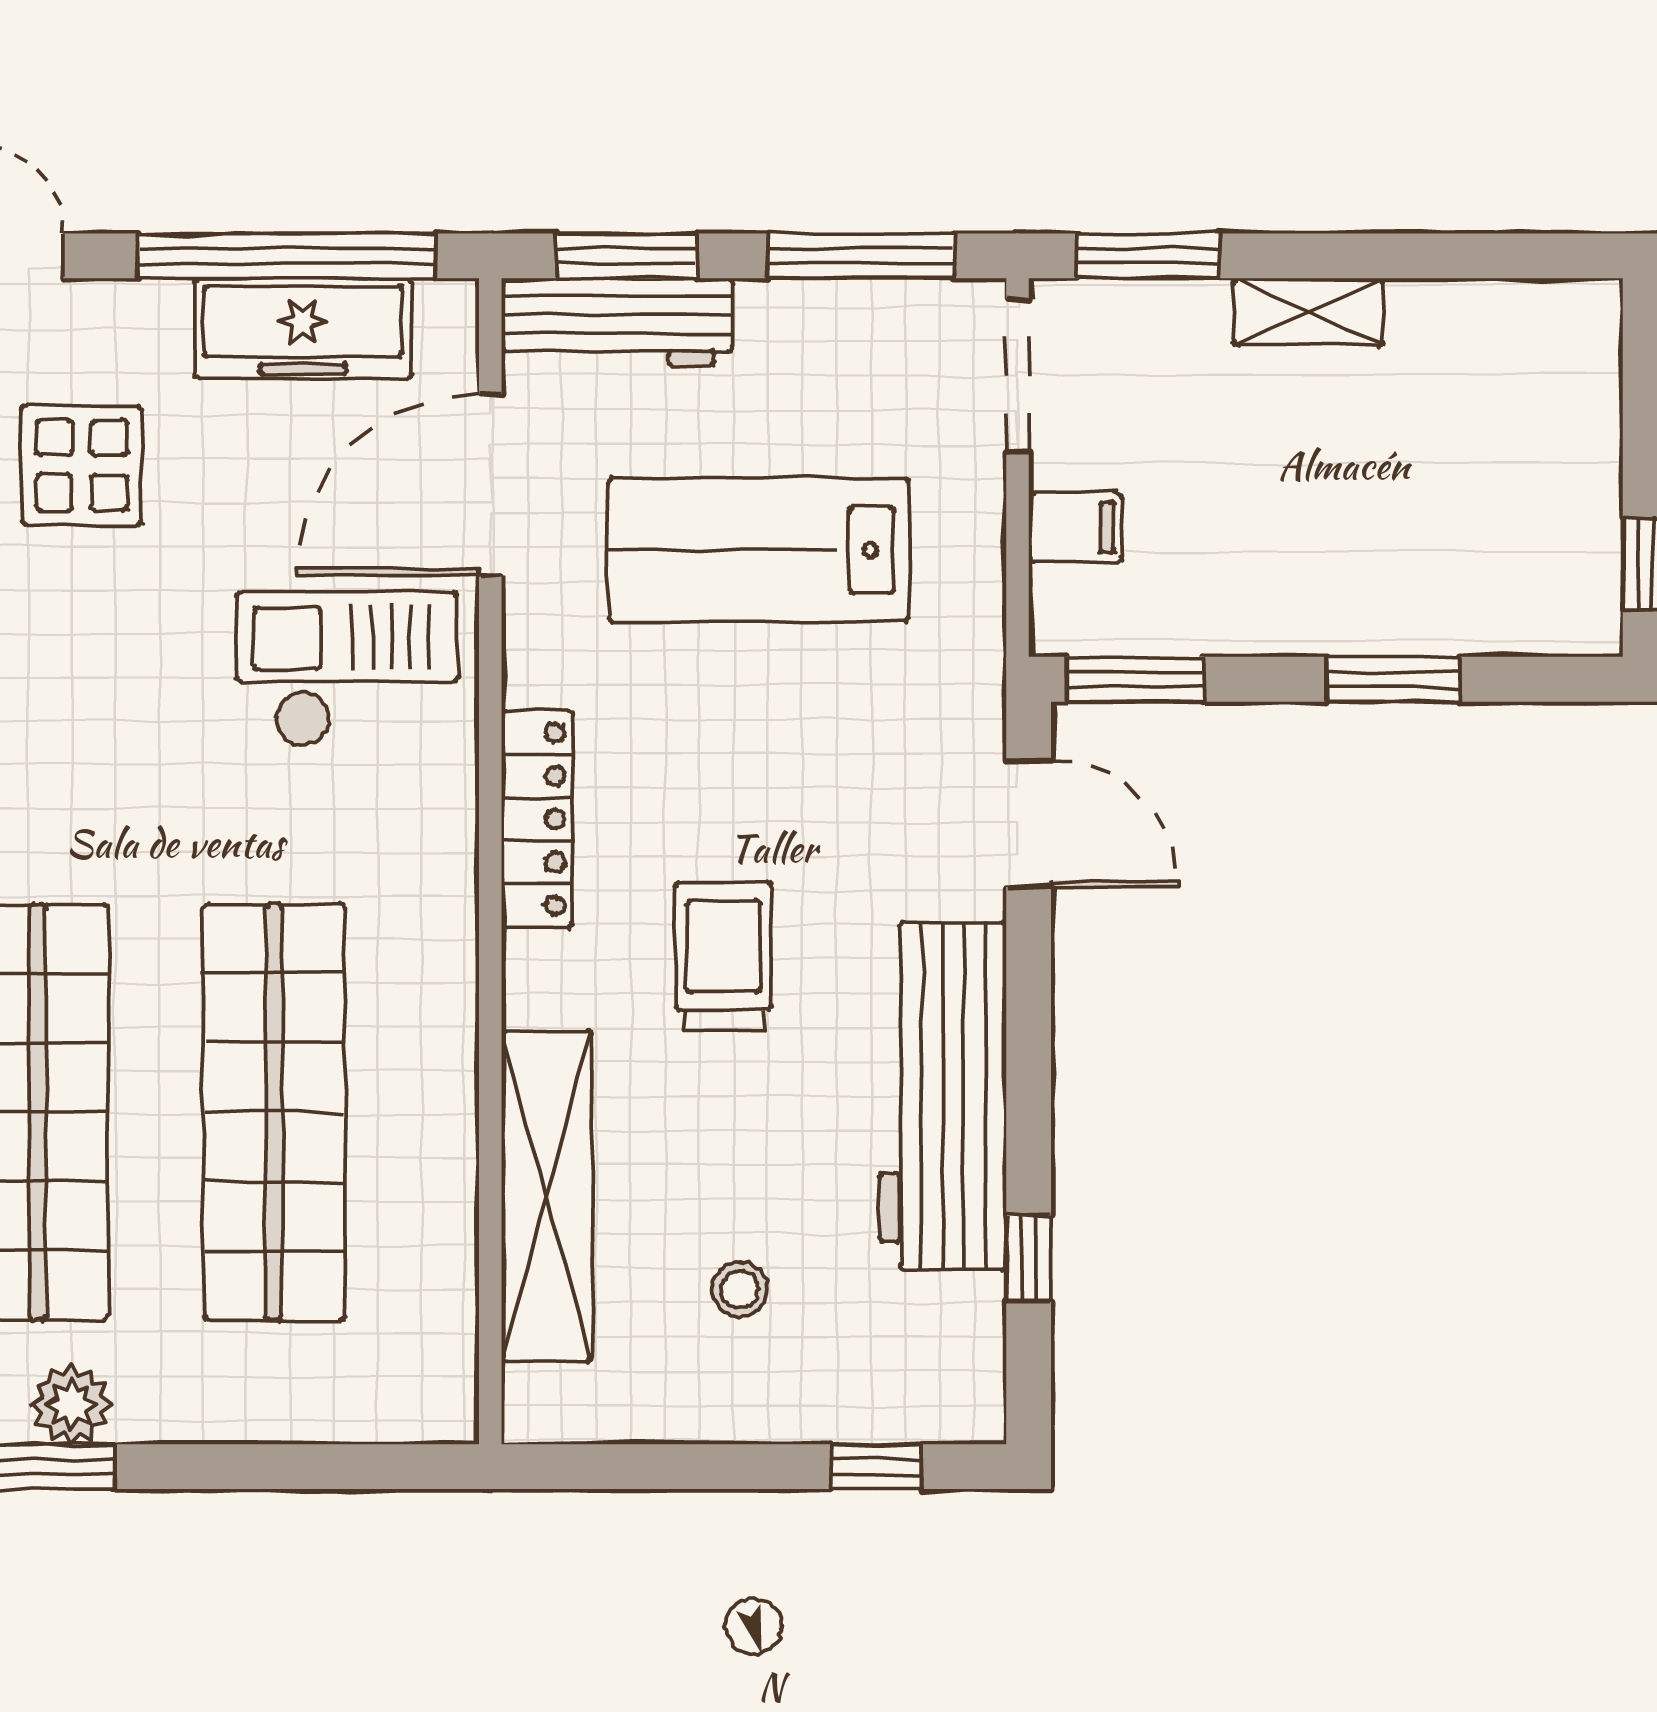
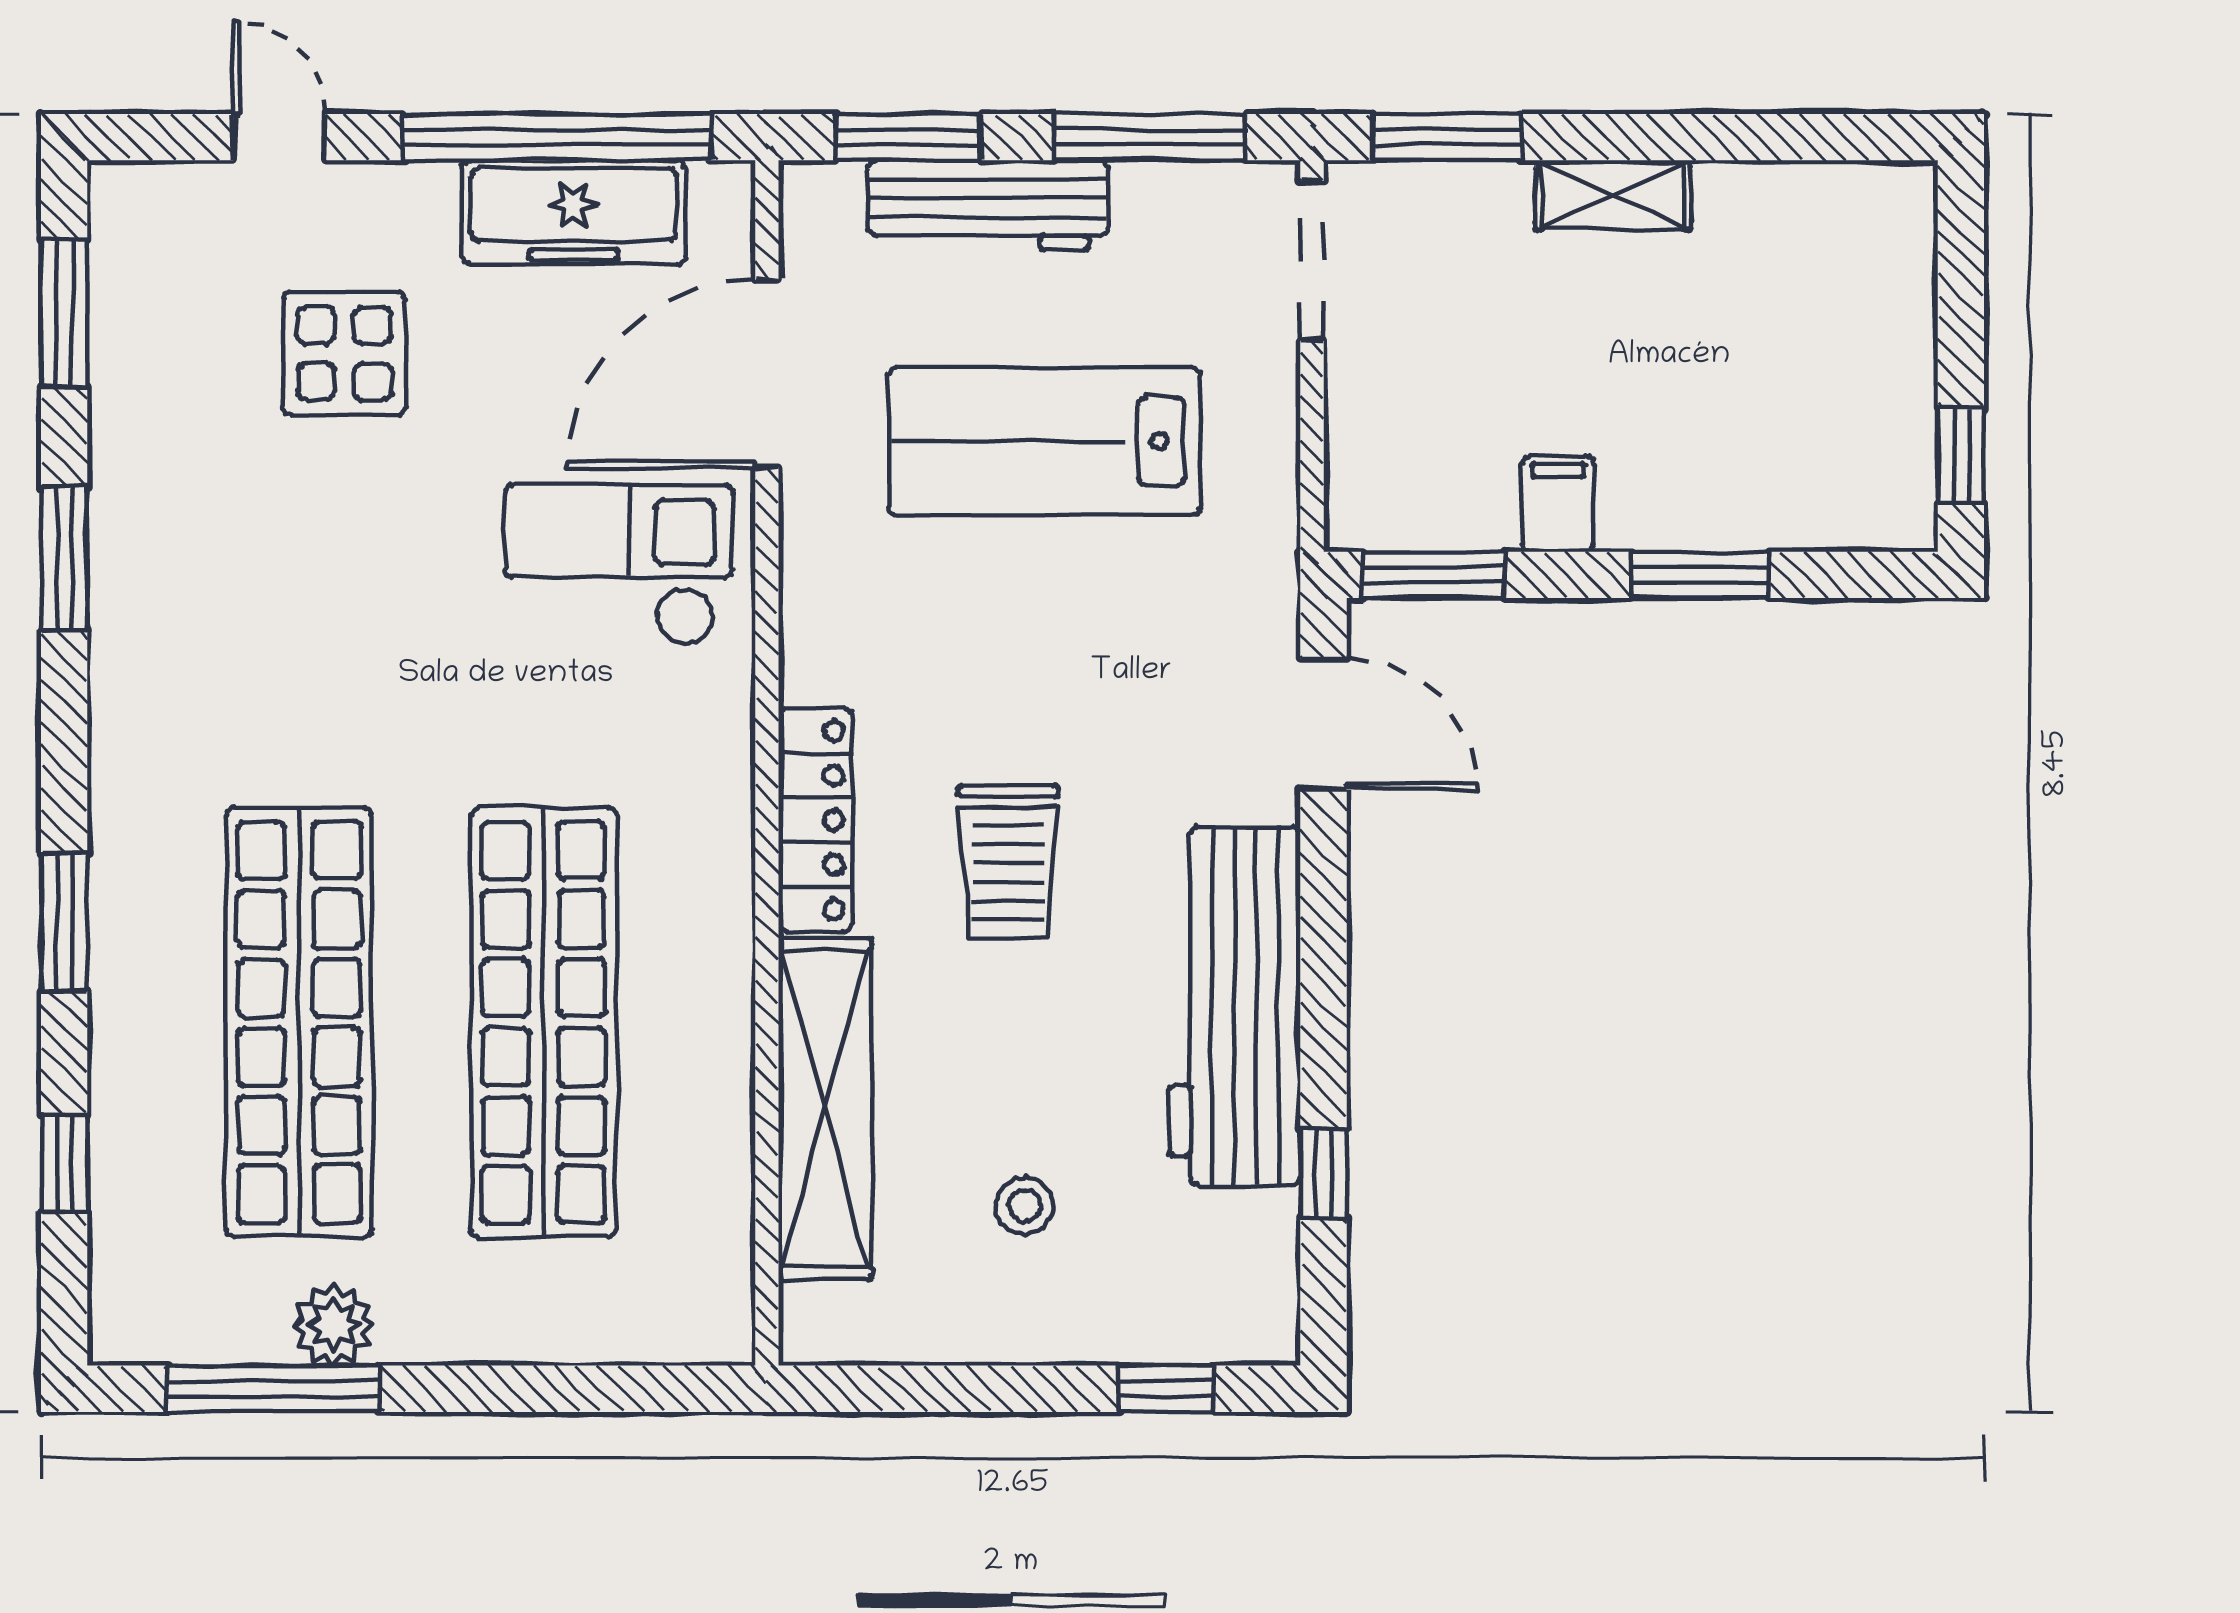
workbench: (617, 322) -> (988, 205), moved
filing cabinet: (1075, 527) -> (1558, 504), moved, turned -90
locker: (537, 819) -> (815, 820), moved
trolley: (724, 957) -> (1008, 862), turned 180

